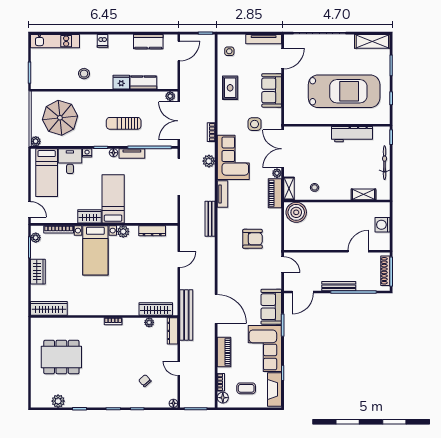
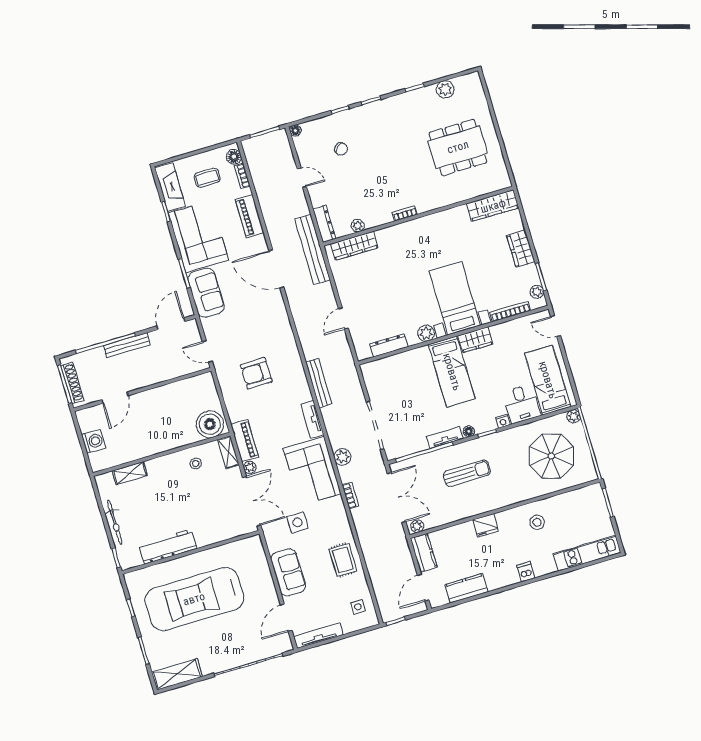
kitchen counter: (143, 82) -> (424, 553), moved, turned -90

